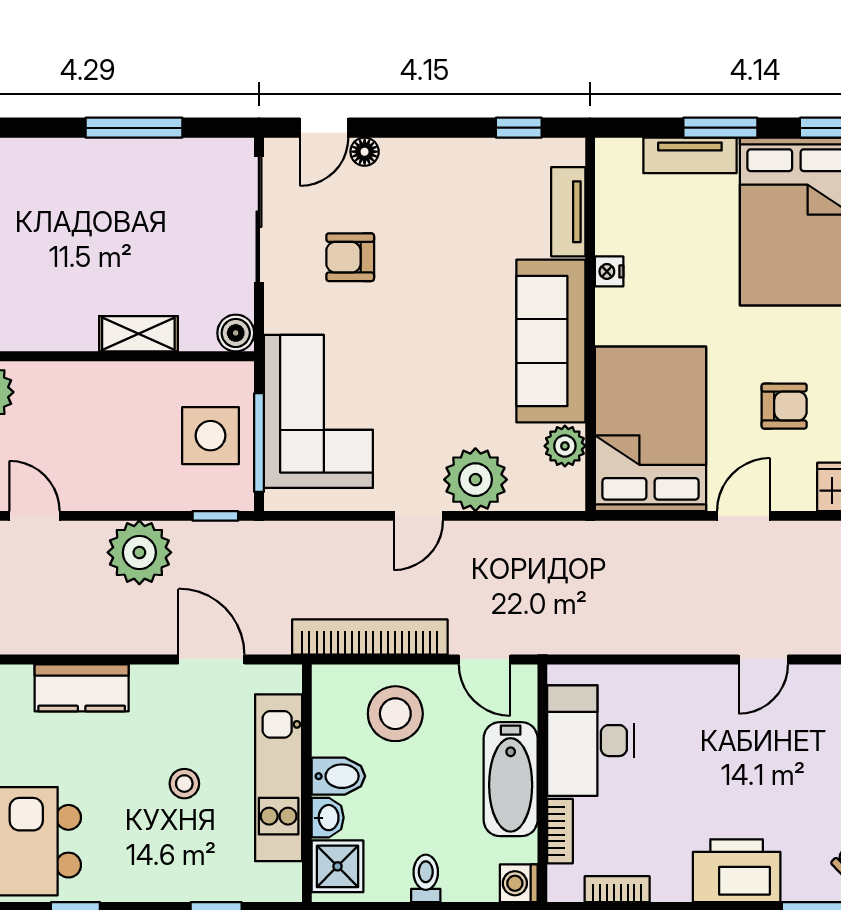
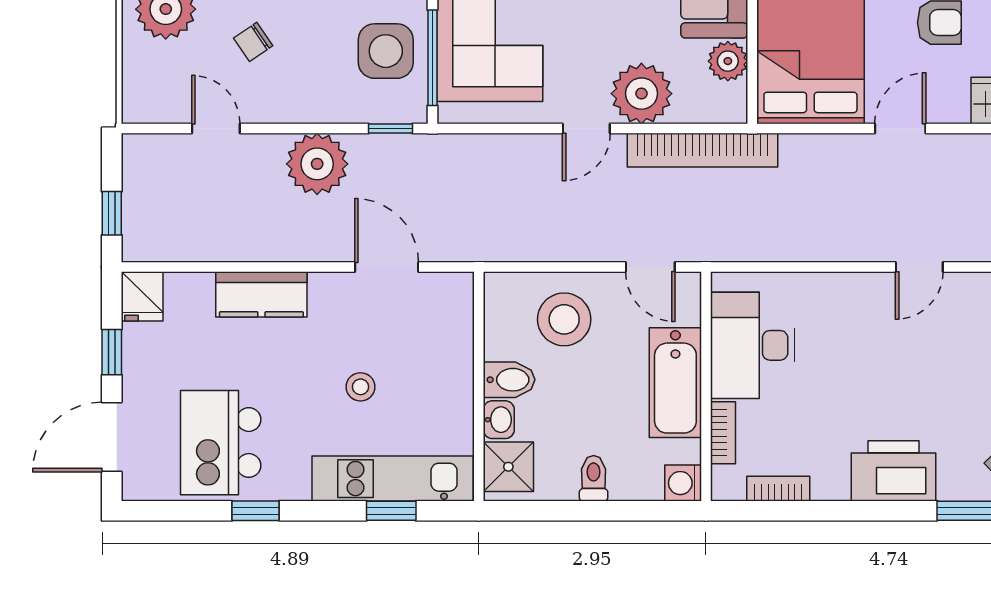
chair: (73, 426) -> (253, 42), added
bookcase: (370, 637) -> (703, 150), moved, turned 180
kitchen unit: (279, 778) -> (393, 479), moved, turned 90

